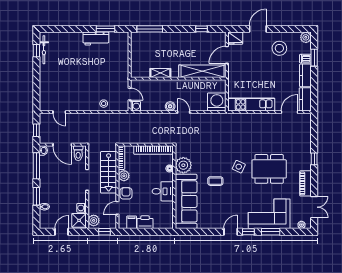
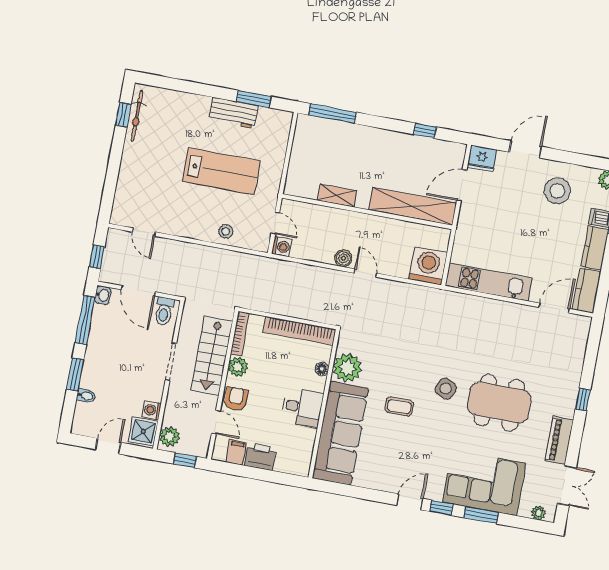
lab bench: (95, 71) -> (221, 171), added
door: (117, 208) -> (216, 422), swing flipped

